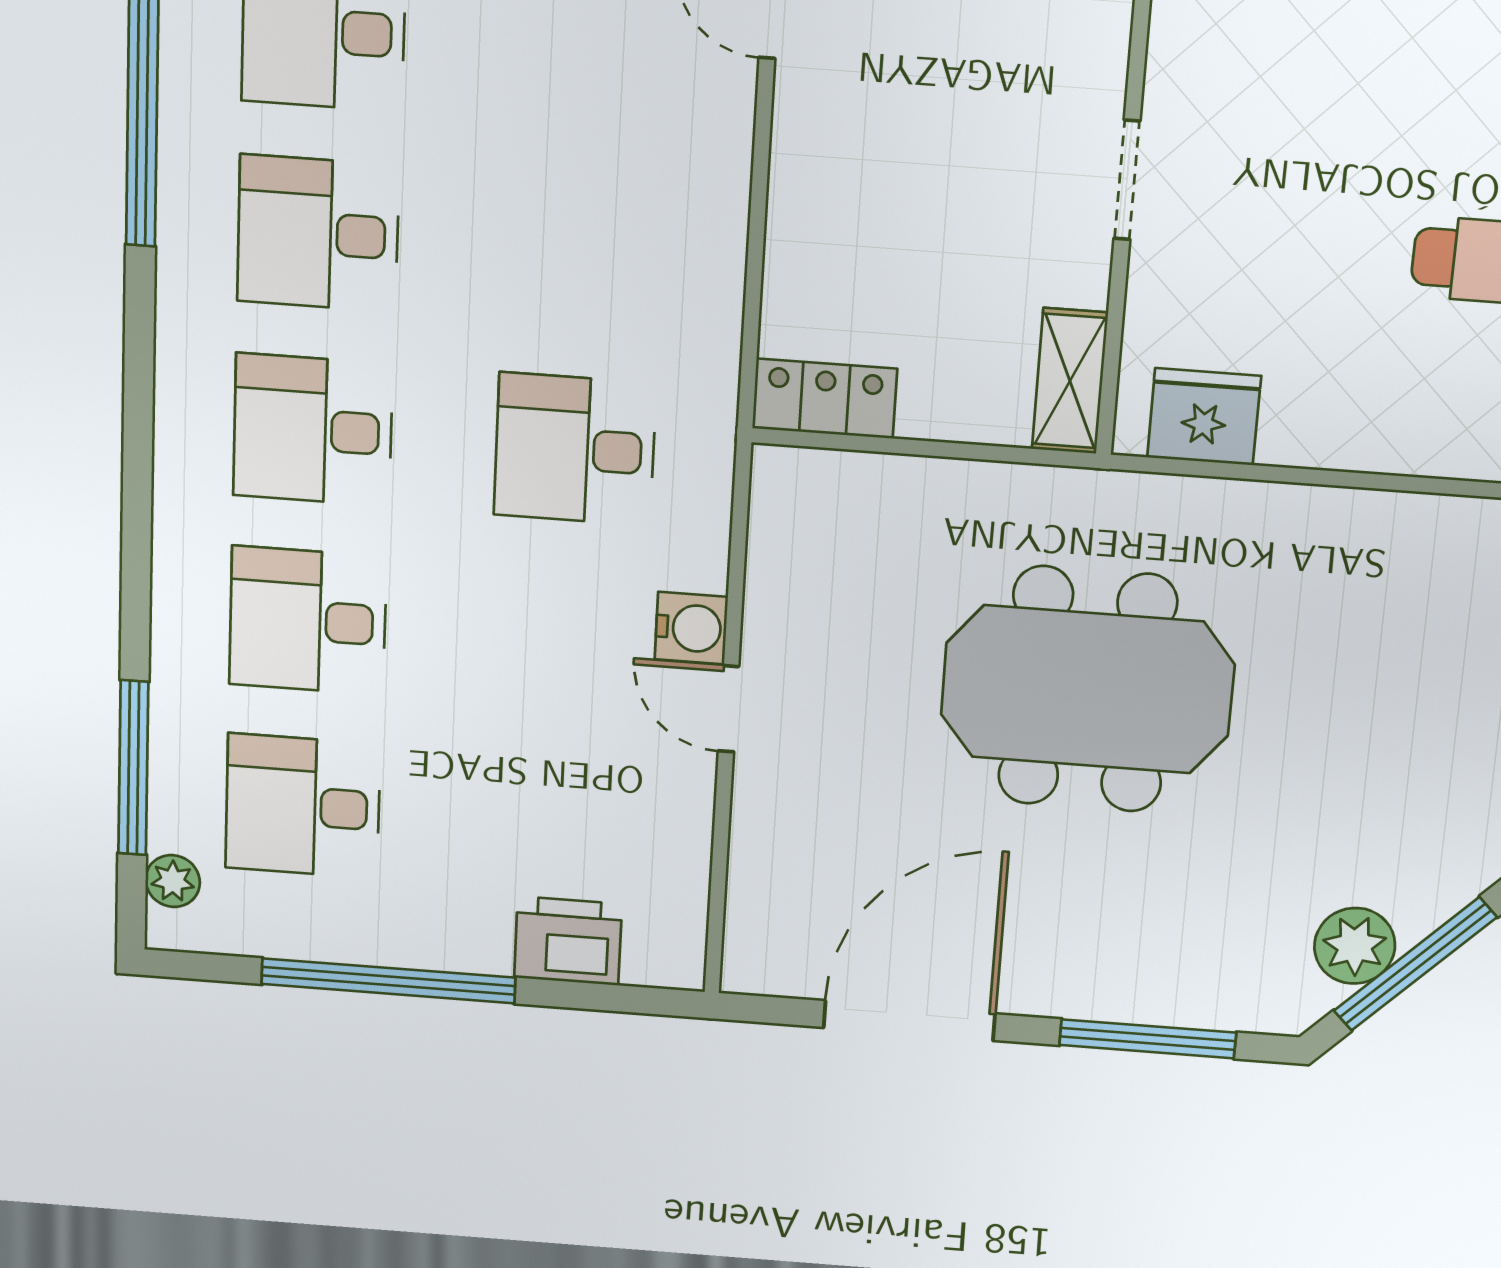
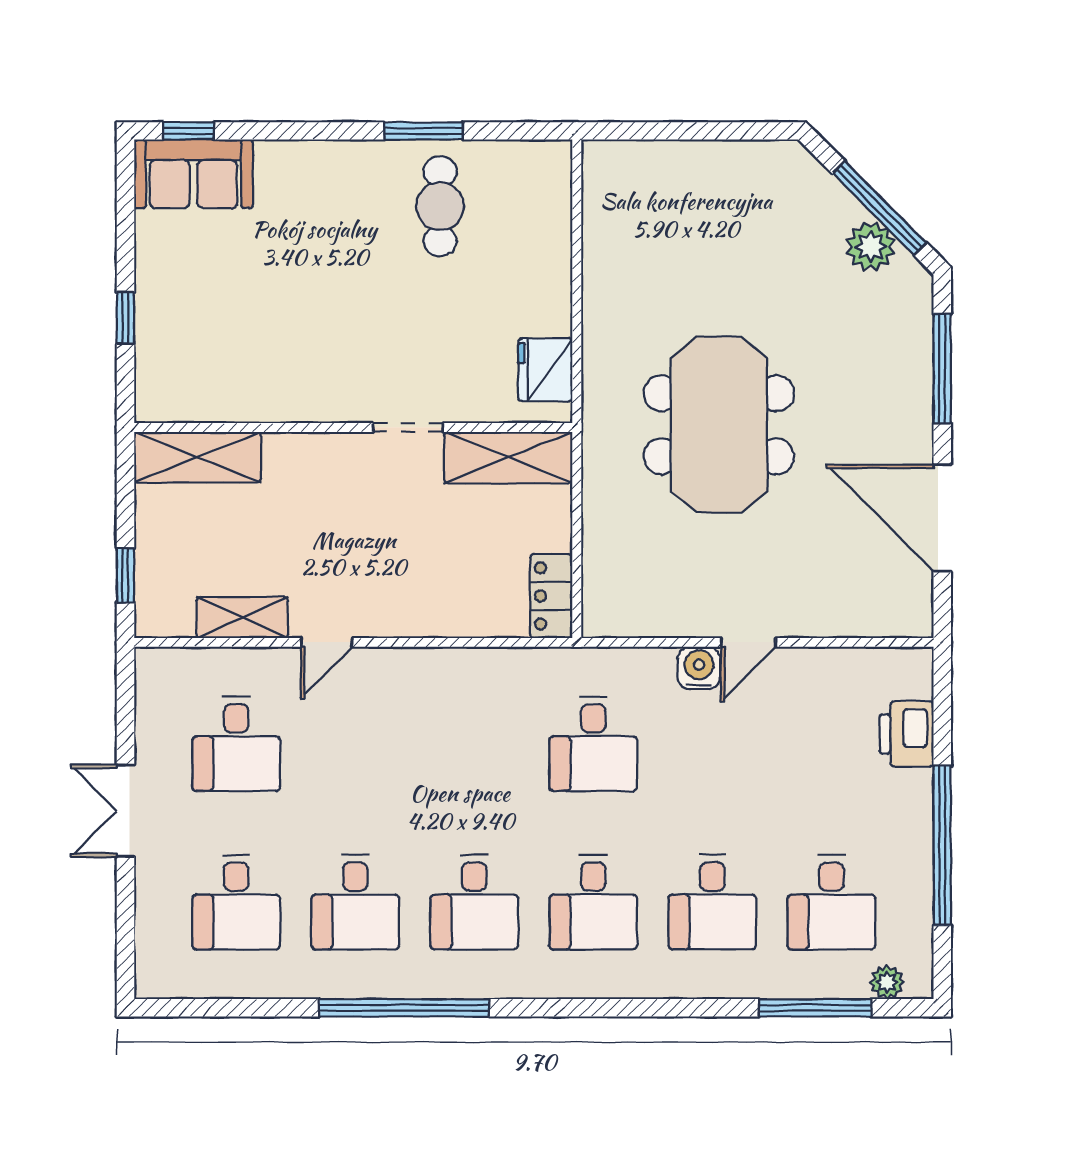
shelving: (1070, 381) -> (508, 457), width x1.50, depth x1.33

